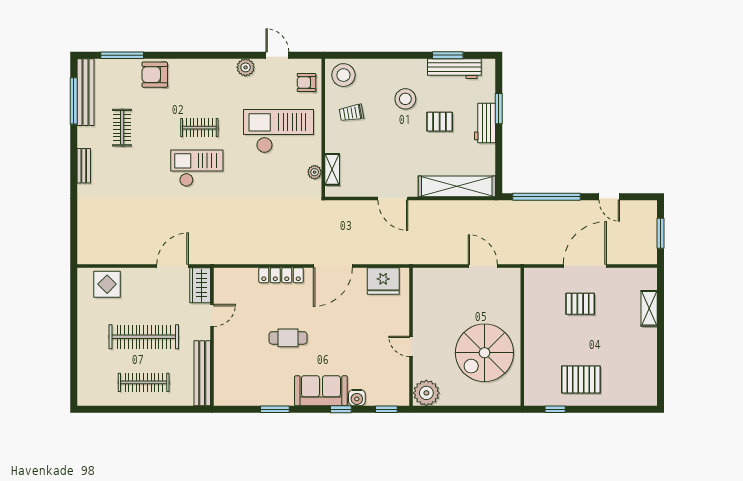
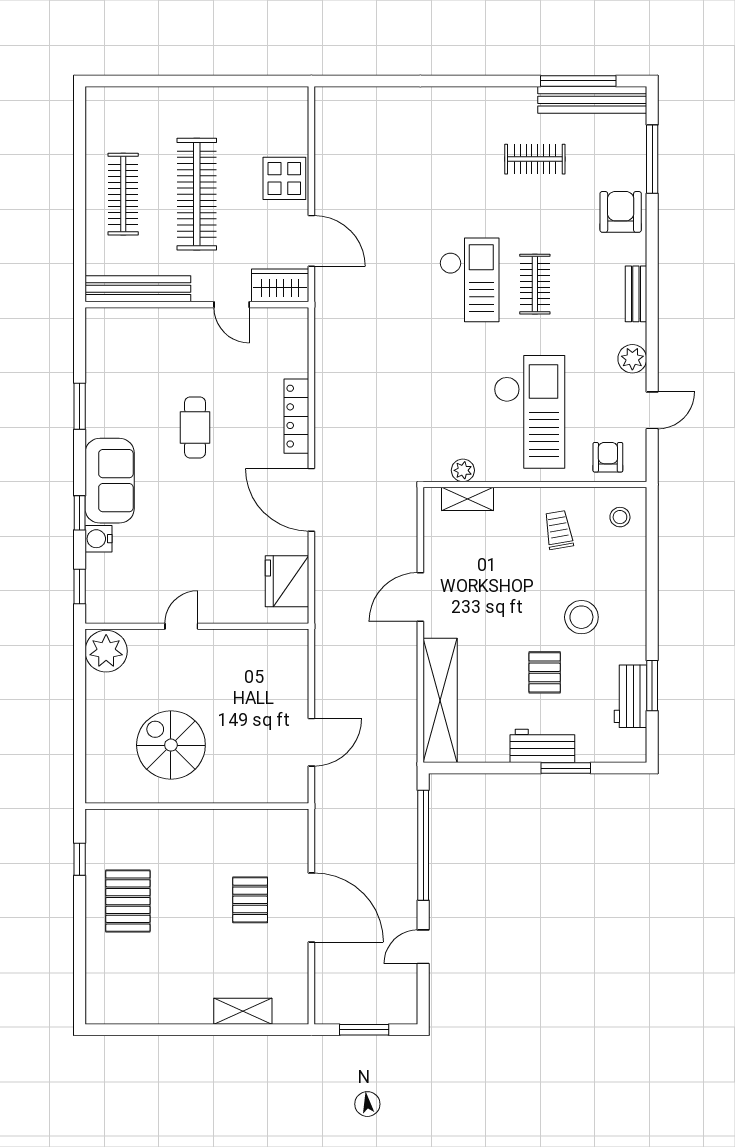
workbench: (454, 69) -> (630, 696), width x0.73
stool: (343, 75) -> (620, 517), width x0.53, depth x0.53
bench: (84, 166) -> (636, 294), moved, turned 90
display table: (107, 284) -> (284, 178), moved
spiral stairs: (484, 353) -> (171, 745), width x0.73, depth x0.73

